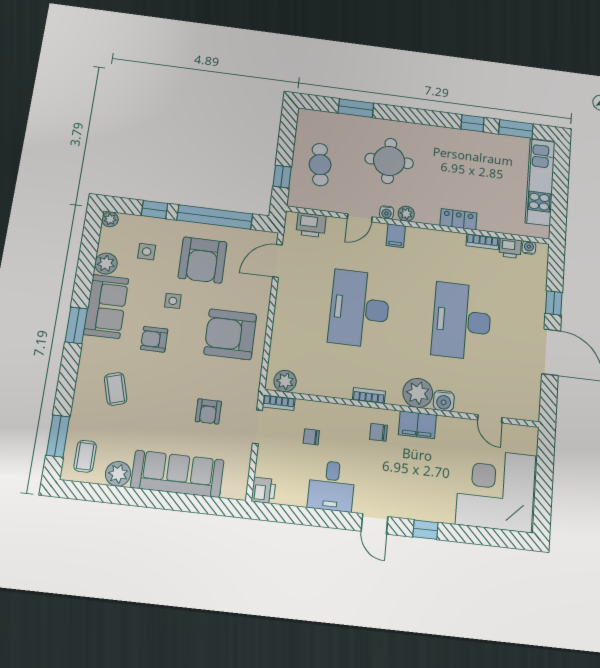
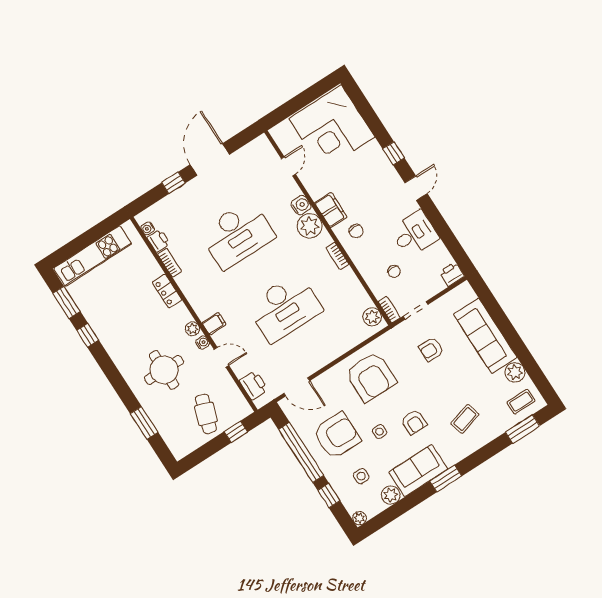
cafe table: (320, 165) -> (206, 414), turned -64
armchair: (208, 411) -> (431, 349), turned 180

